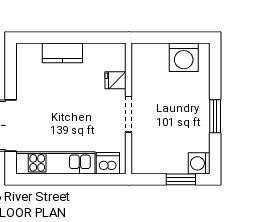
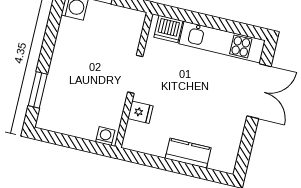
washing machine: (184, 57) -> (105, 136), moved, width x0.53, depth x0.53
window: (215, 116) -> (38, 90), moved

